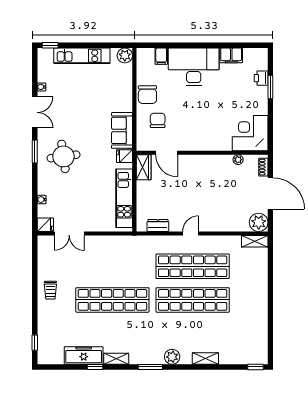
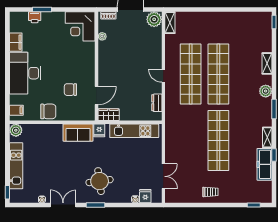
filing cabinet: (161, 56) -> (16, 110), moved
chair: (158, 120) -> (70, 90), moved
fridge: (45, 225) -> (145, 196), moved

